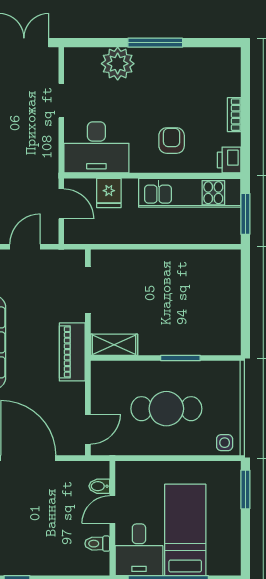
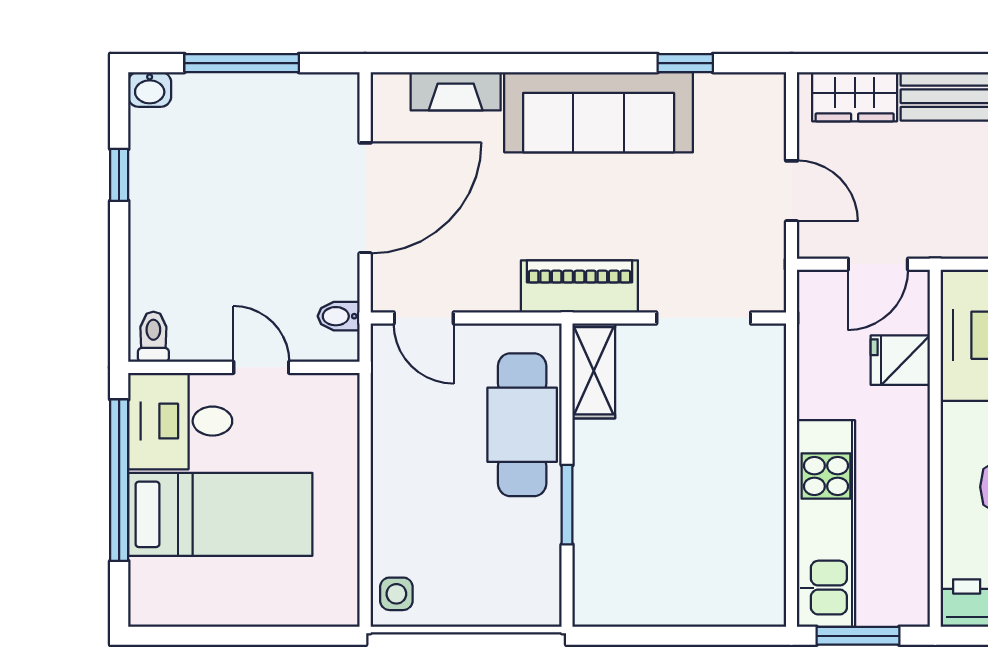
kitchen unit: (190, 193) -> (826, 524), moved, turned 180
cafe table: (166, 409) -> (522, 425), moved
bidet: (99, 486) -> (339, 316), moved, turned -90
window: (245, 489) -> (302, 636), removed
toilet: (97, 544) -> (153, 337), moved

